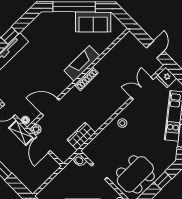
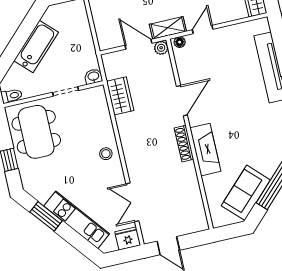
double door: (142, 88) -> (132, 202), swing flipped
door: (50, 107) -> (182, 101), moved

